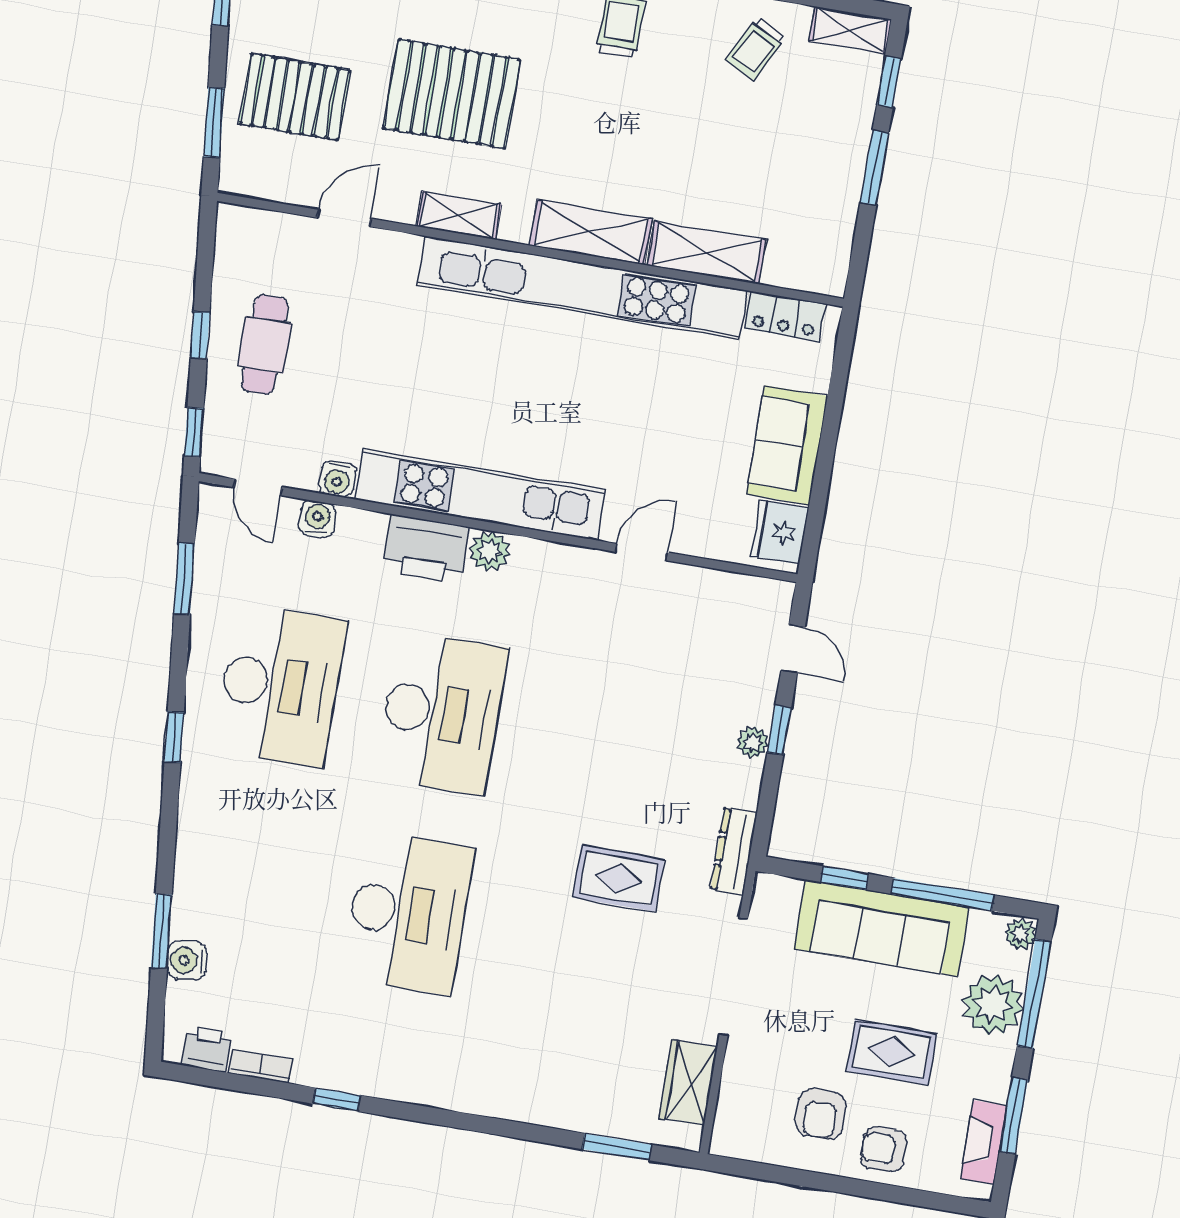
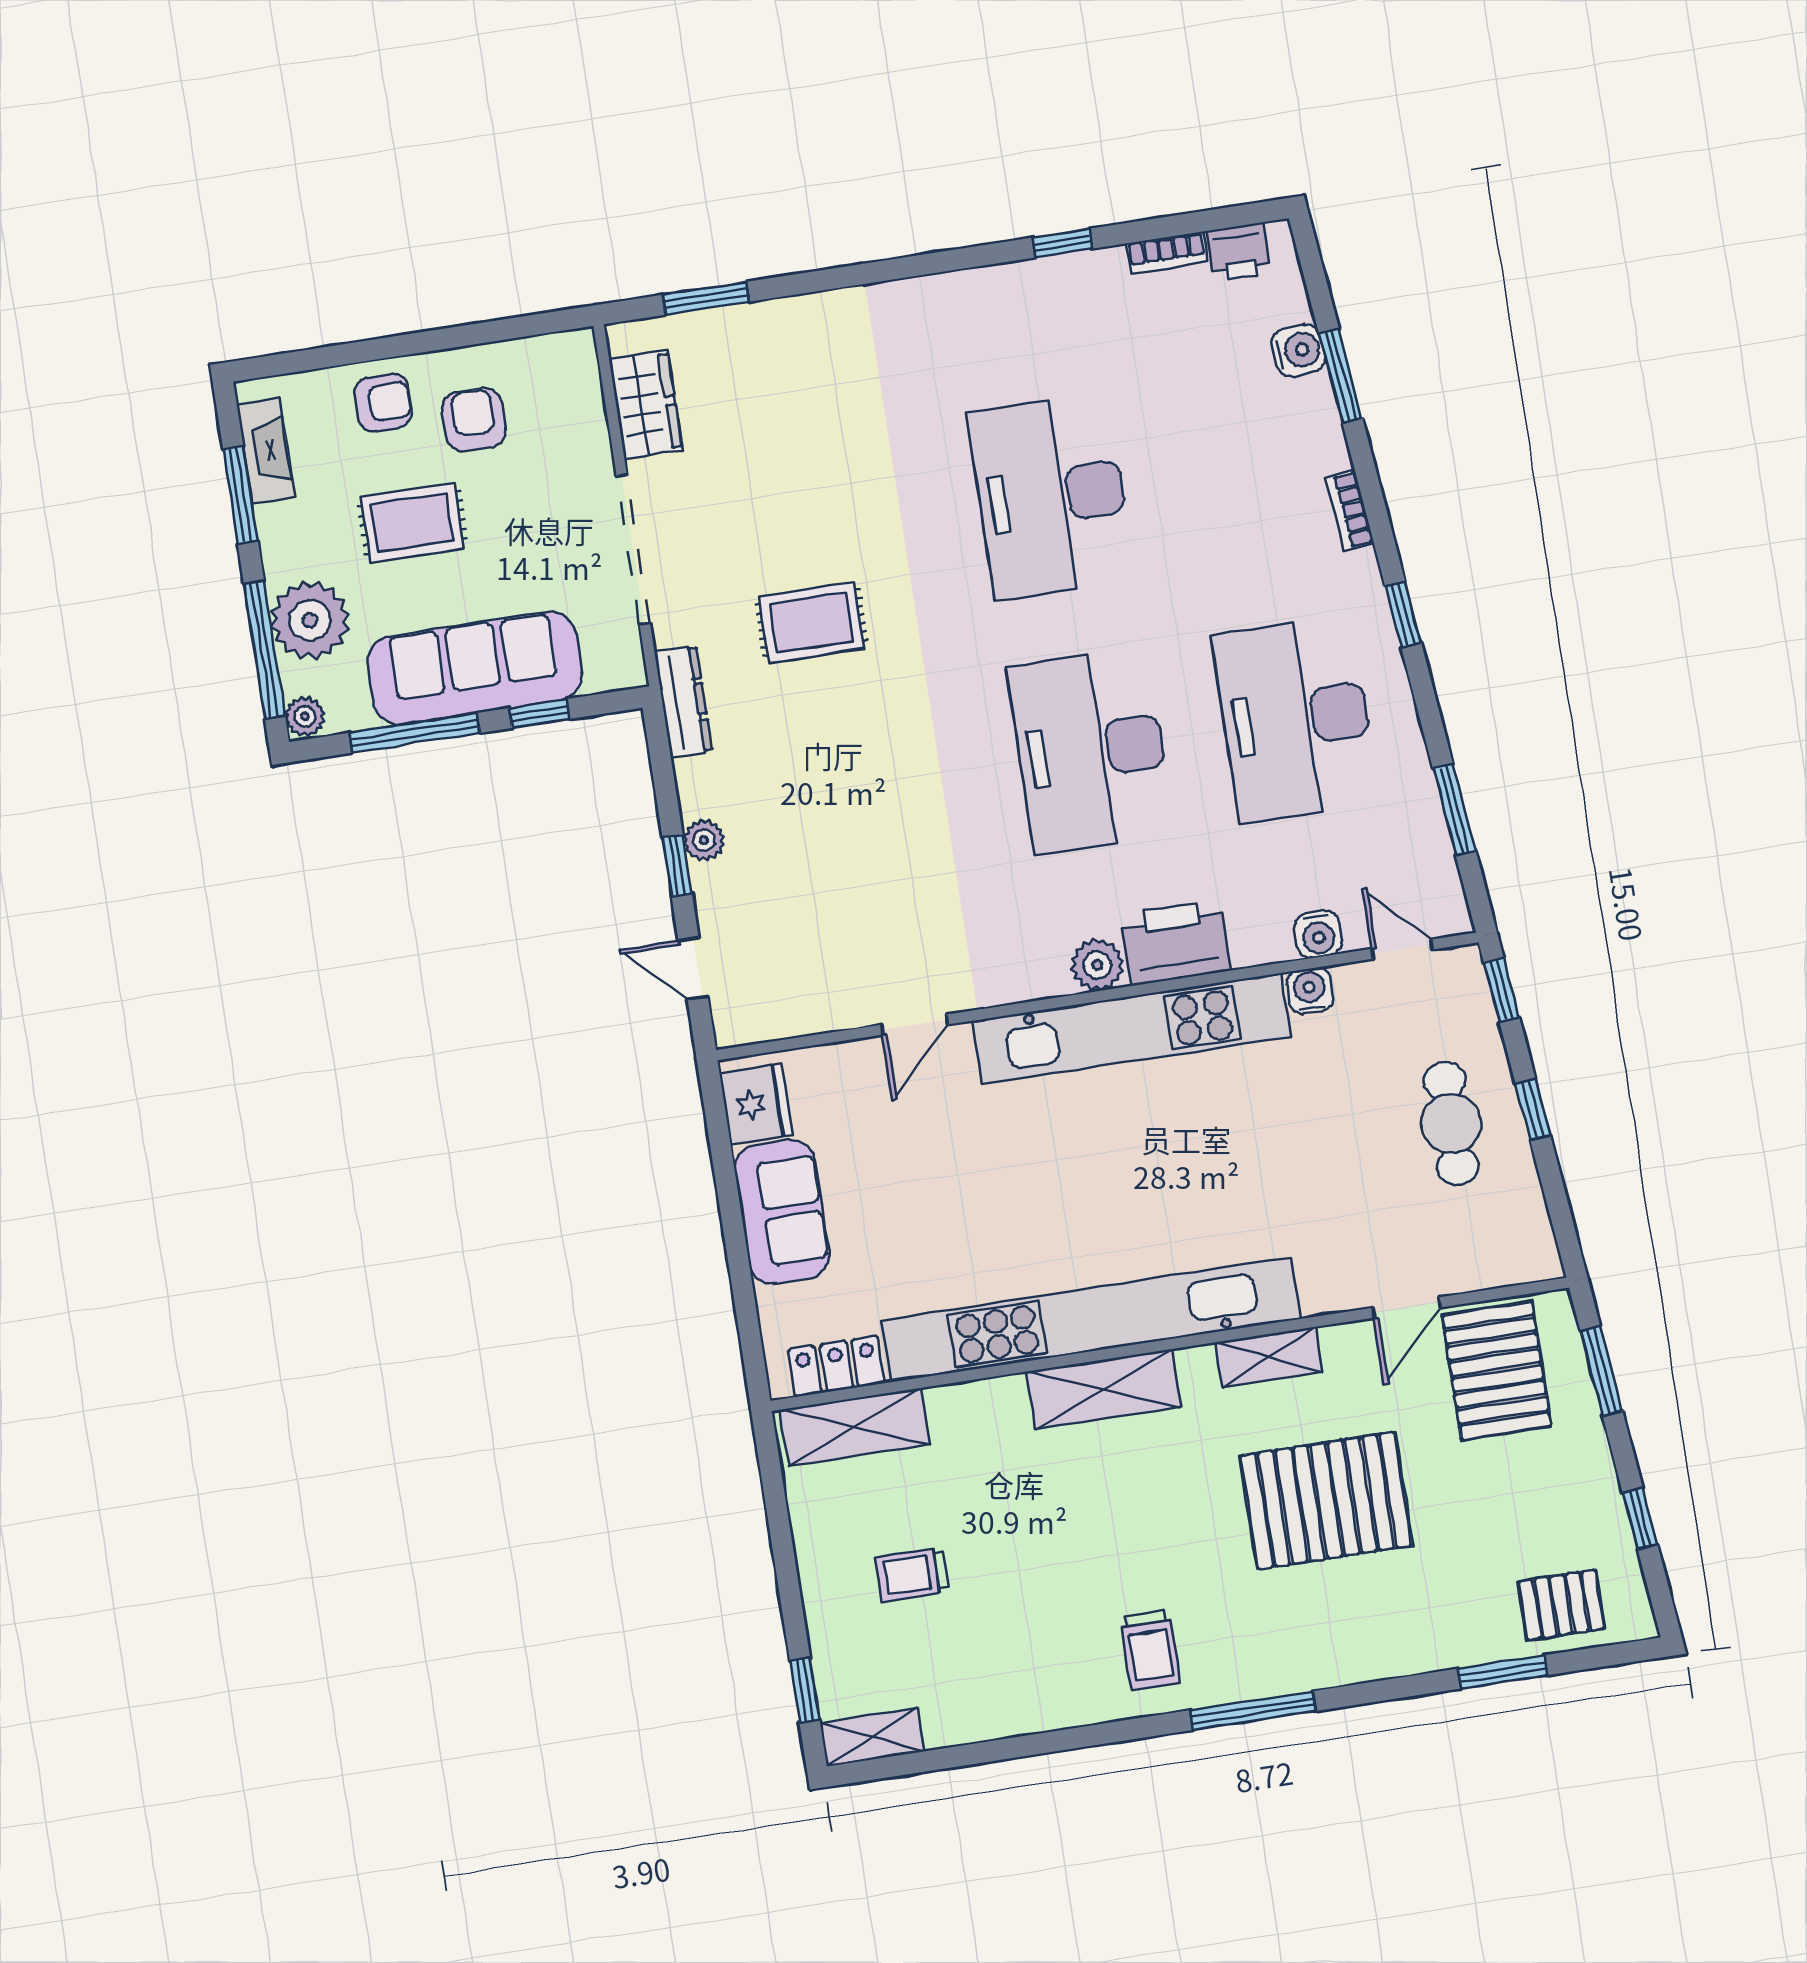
trolley: (756, 49) -> (912, 1574), moved, turned -117
pallet: (295, 97) -> (1497, 1371), moved, turned 90
window: (874, 168) -> (788, 1581), removed
shelving: (707, 253) -> (855, 1427), moved
bookcase: (188, 828) -> (1350, 510), added

